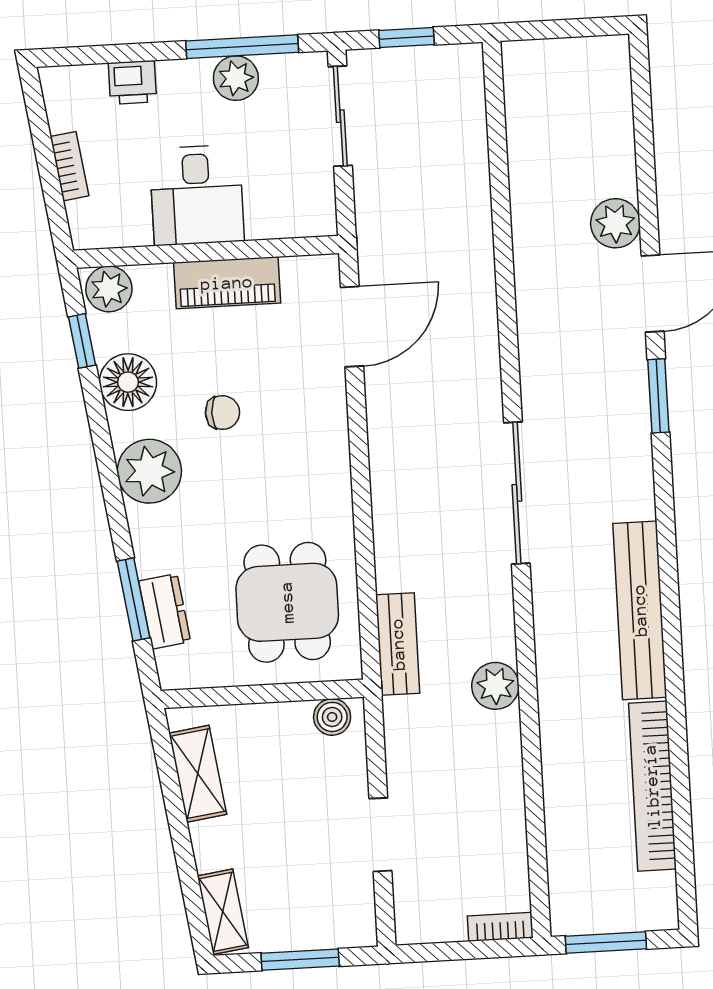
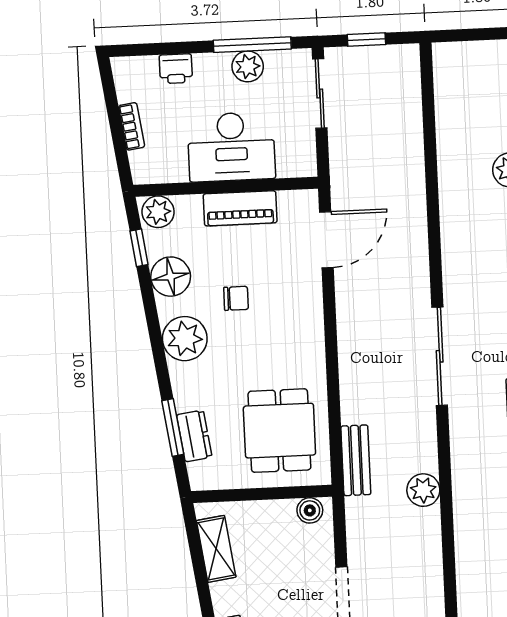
desk: (197, 195) -> (231, 147), width x1.37

